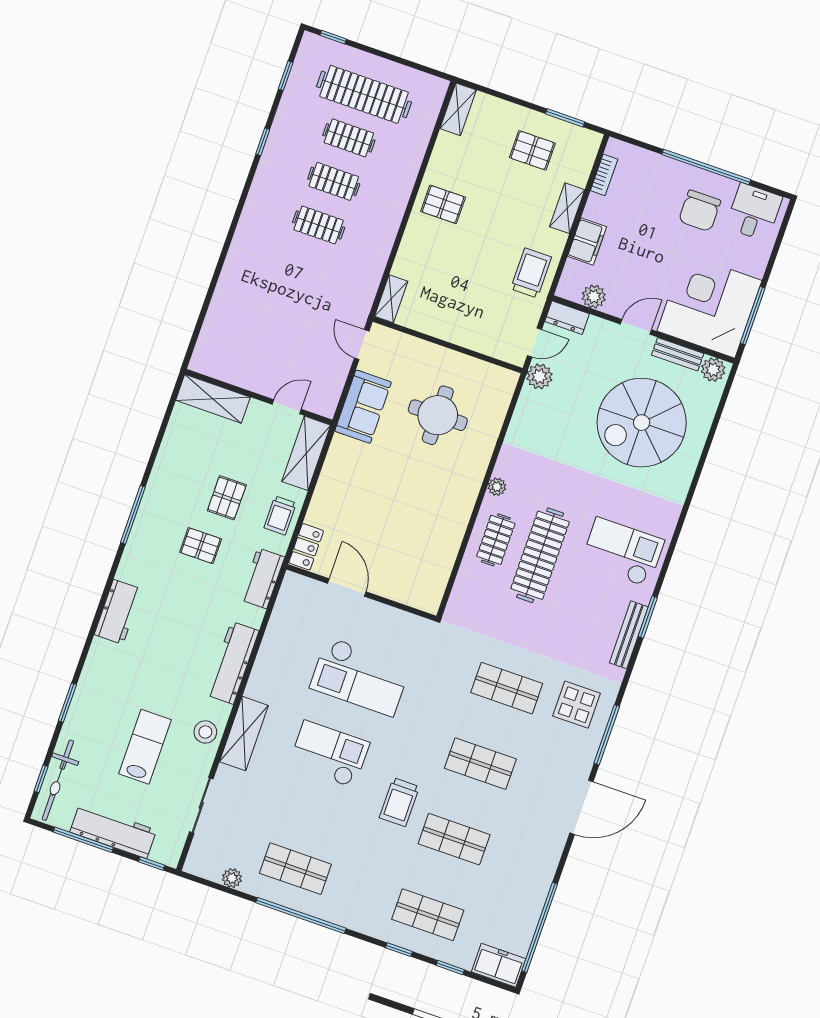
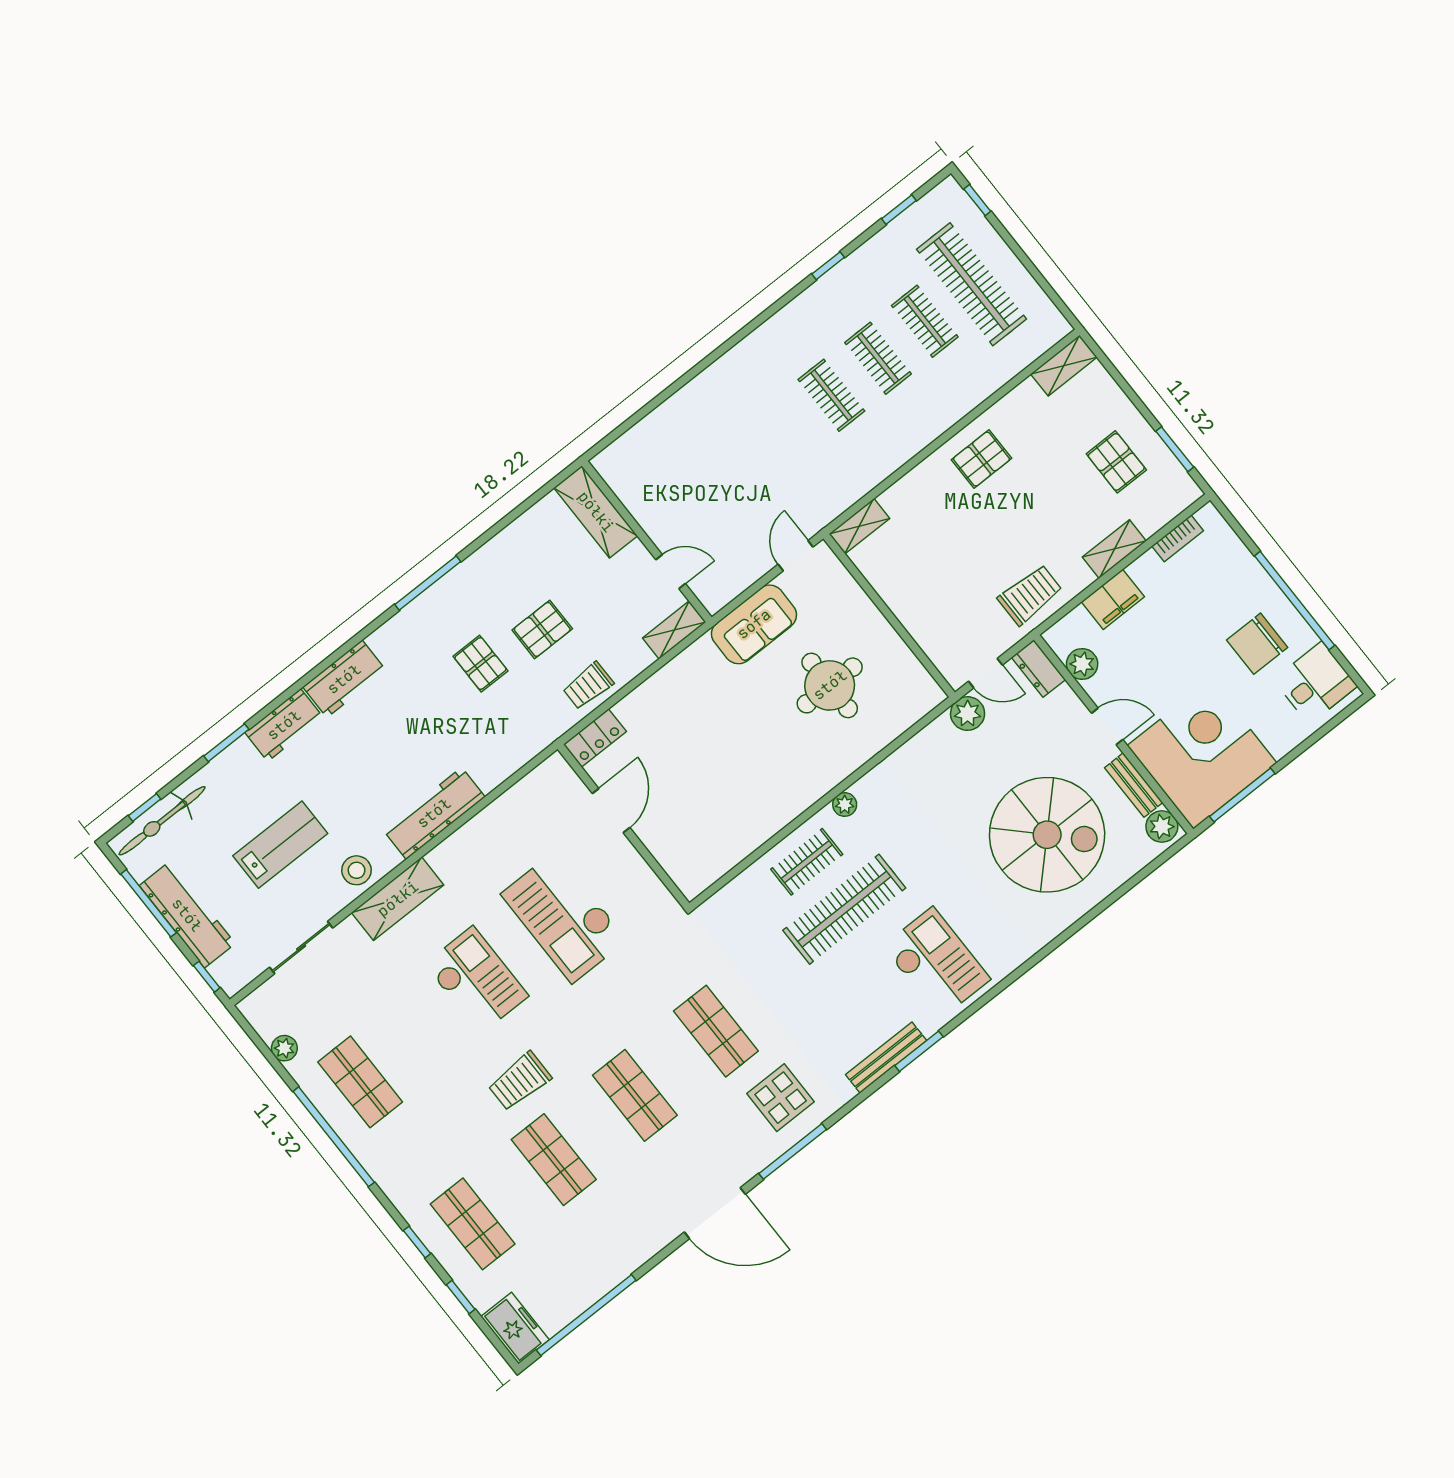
pallet: (443, 204) -> (982, 459), turned 90
spiral stairs: (642, 423) -> (1047, 835), turned 180
shelving: (306, 453) -> (674, 630), width x0.67, depth x0.75
workbench: (262, 578) -> (284, 725), moved, turned 180

